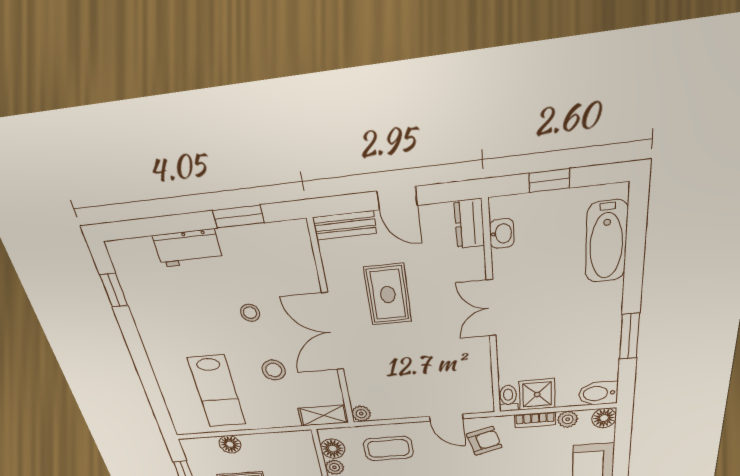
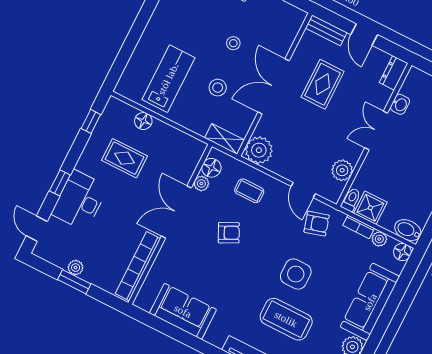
washbasin: (502, 234) -> (400, 104), moved
plant: (478, 375) -> (342, 170), added
lab bench: (217, 391) -> (168, 79), turned 180
plant: (361, 414) -> (259, 150), width x1.87, depth x1.87
coffee table: (388, 449) -> (249, 191), width x0.73, depth x0.77

